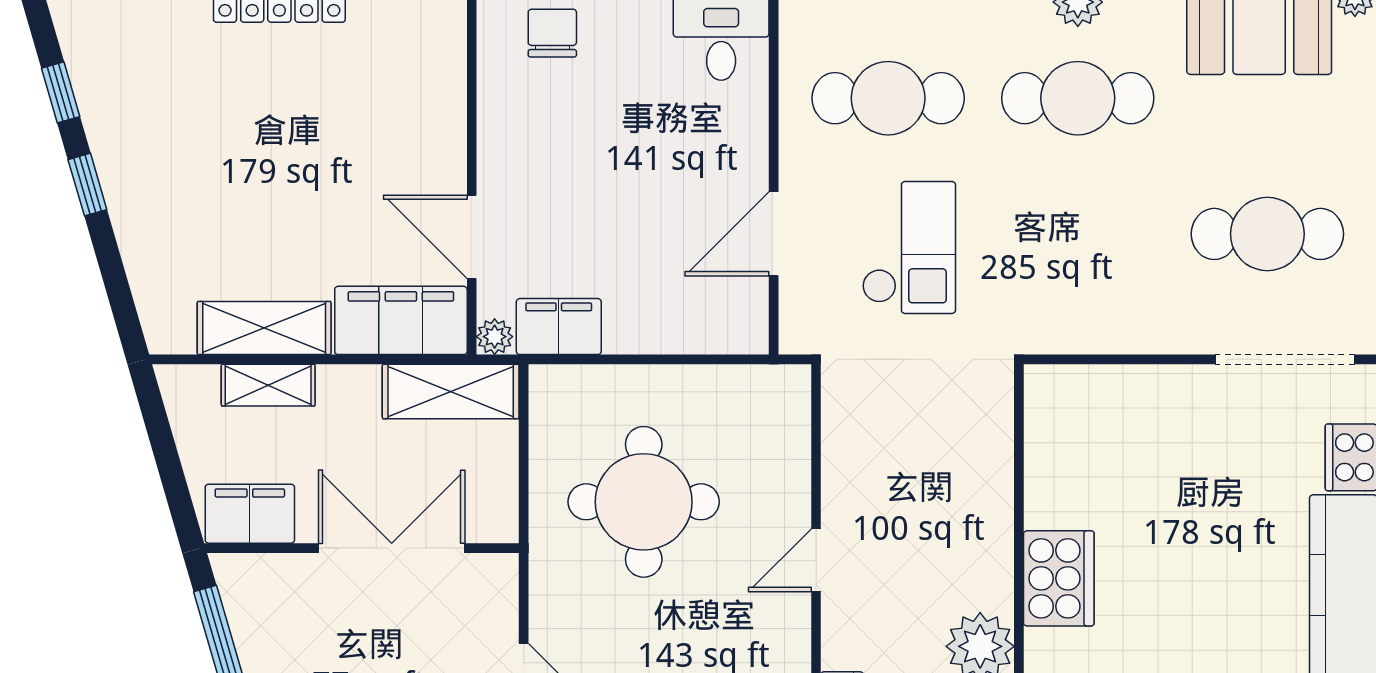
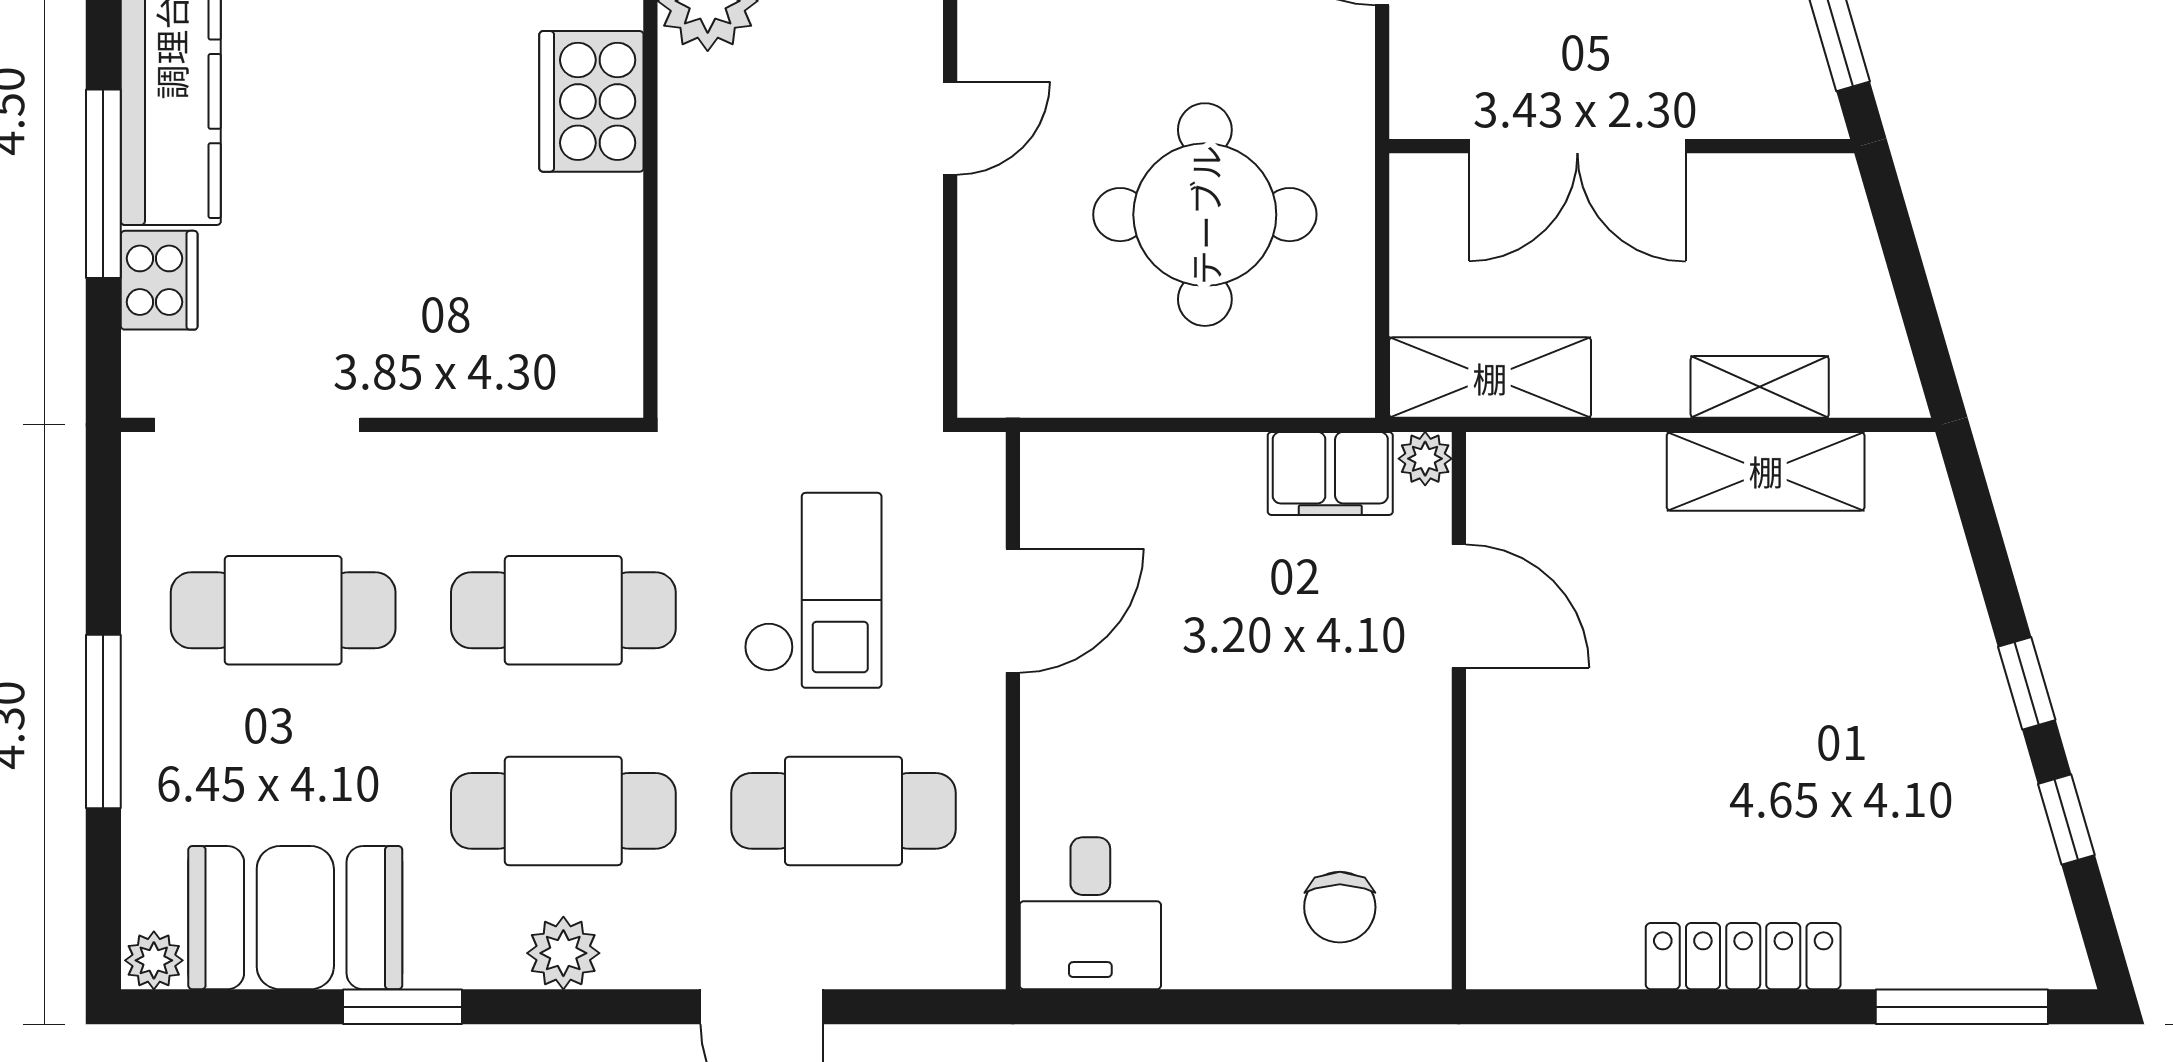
cafe table: (1078, 234) -> (563, 610), added
checkout: (909, 247) -> (813, 590), turned 180
filing cabinet: (401, 320) -> (1564, 483), removed
filing cabinet: (250, 514) -> (1787, 197), removed

